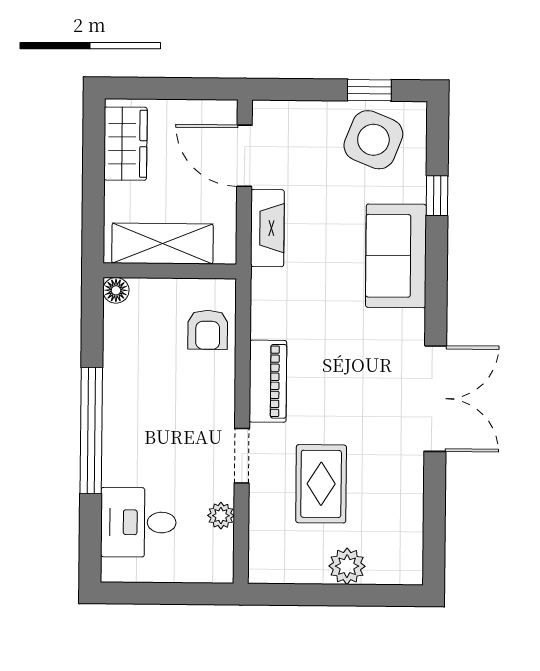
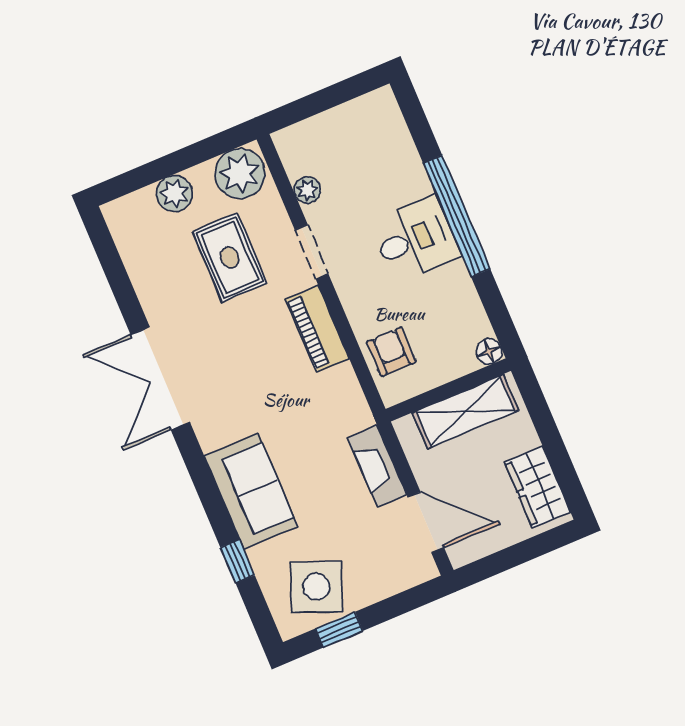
desk: (138, 522) -> (415, 239), moved
plant: (277, 558) -> (240, 174), added

